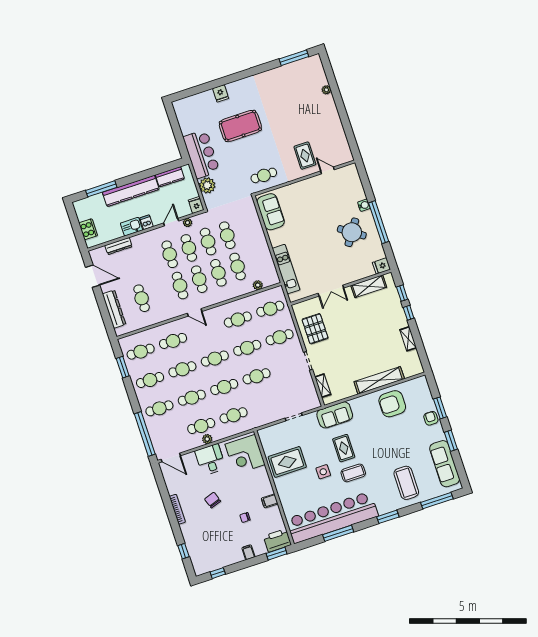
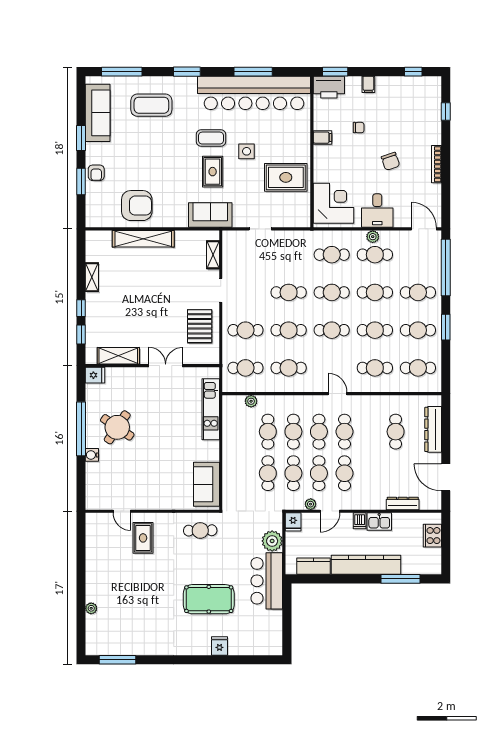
window: (123, 367) -> (446, 327), moved
coffee table: (406, 483) -> (151, 105), turned 90

